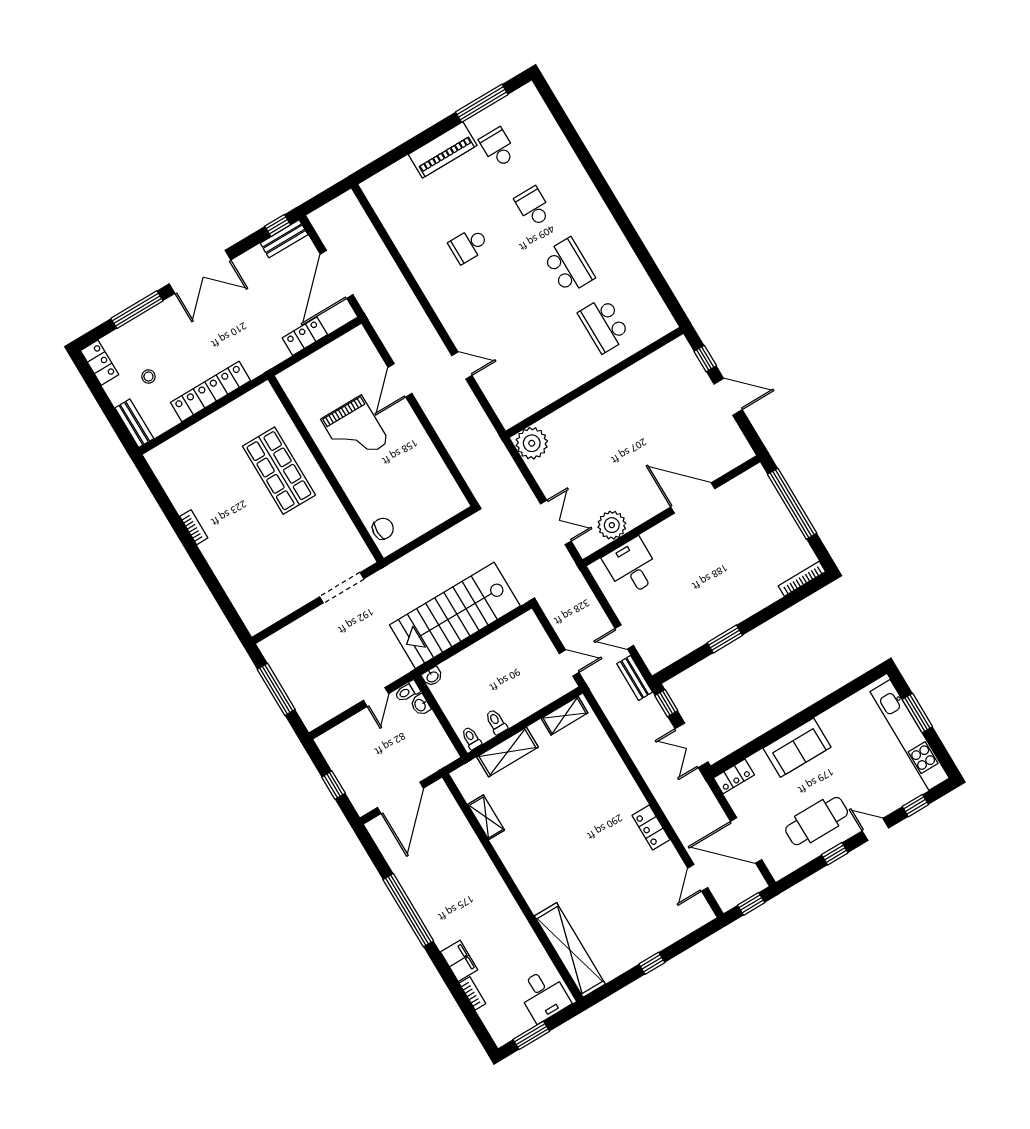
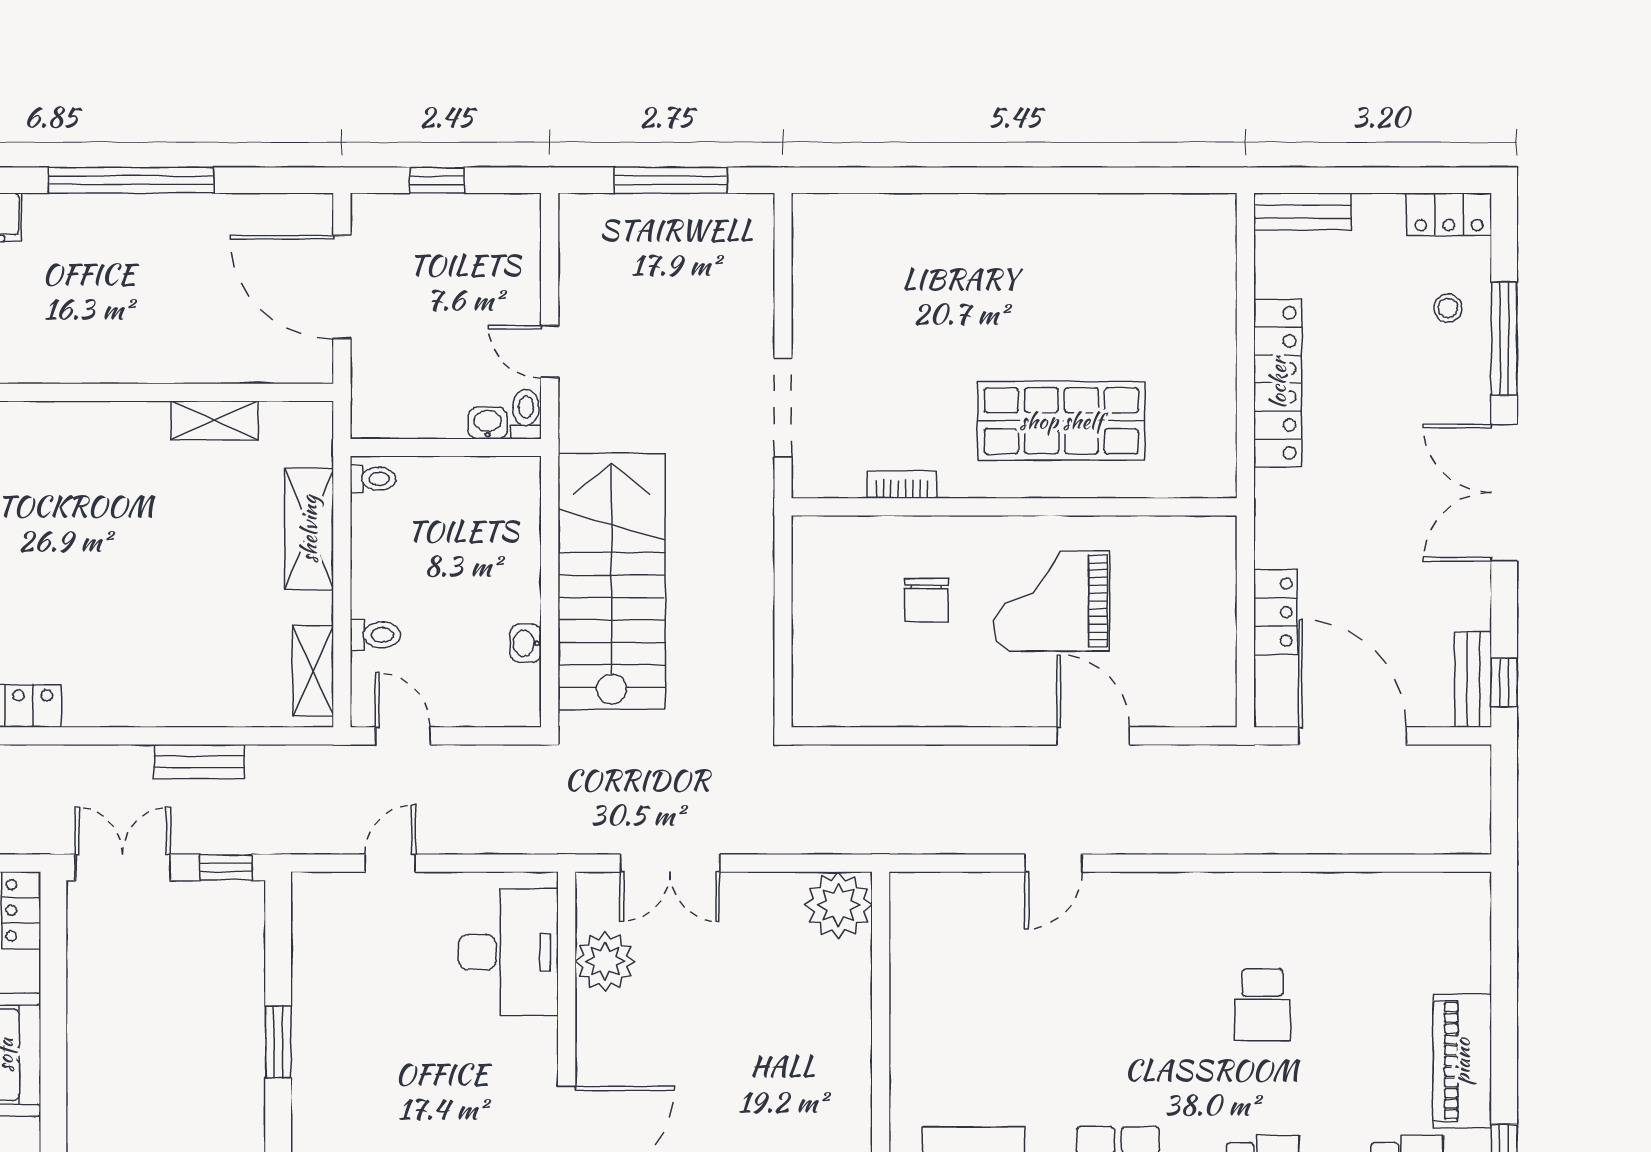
school desk: (469, 245) -> (1262, 1005), turned 180
stool: (148, 377) -> (1448, 308), moved
bookcase: (194, 527) -> (902, 485), moved, turned 180
chair: (383, 529) -> (926, 600), moved
desk: (632, 567) -> (508, 952), width x1.37
door: (569, 663) -> (403, 736), swing flipped
washbasin: (432, 677) -> (526, 643), moved
bench: (635, 678) -> (199, 762), moved
toilet: (496, 722) -> (375, 635), moved

